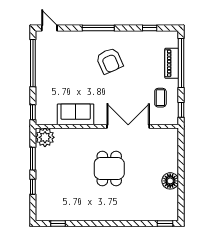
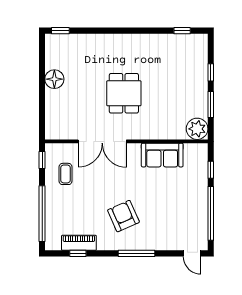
piano: (172, 63) -> (79, 243), moved, turned -90
window: (33, 112) -> (211, 170), moved

